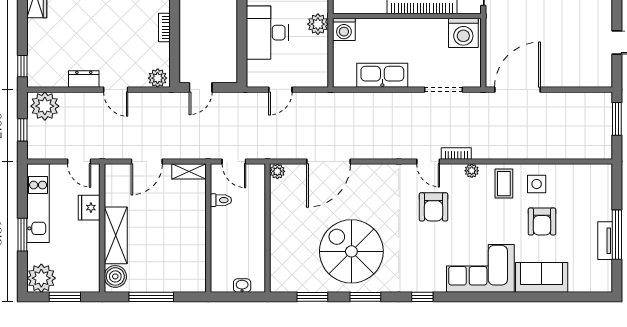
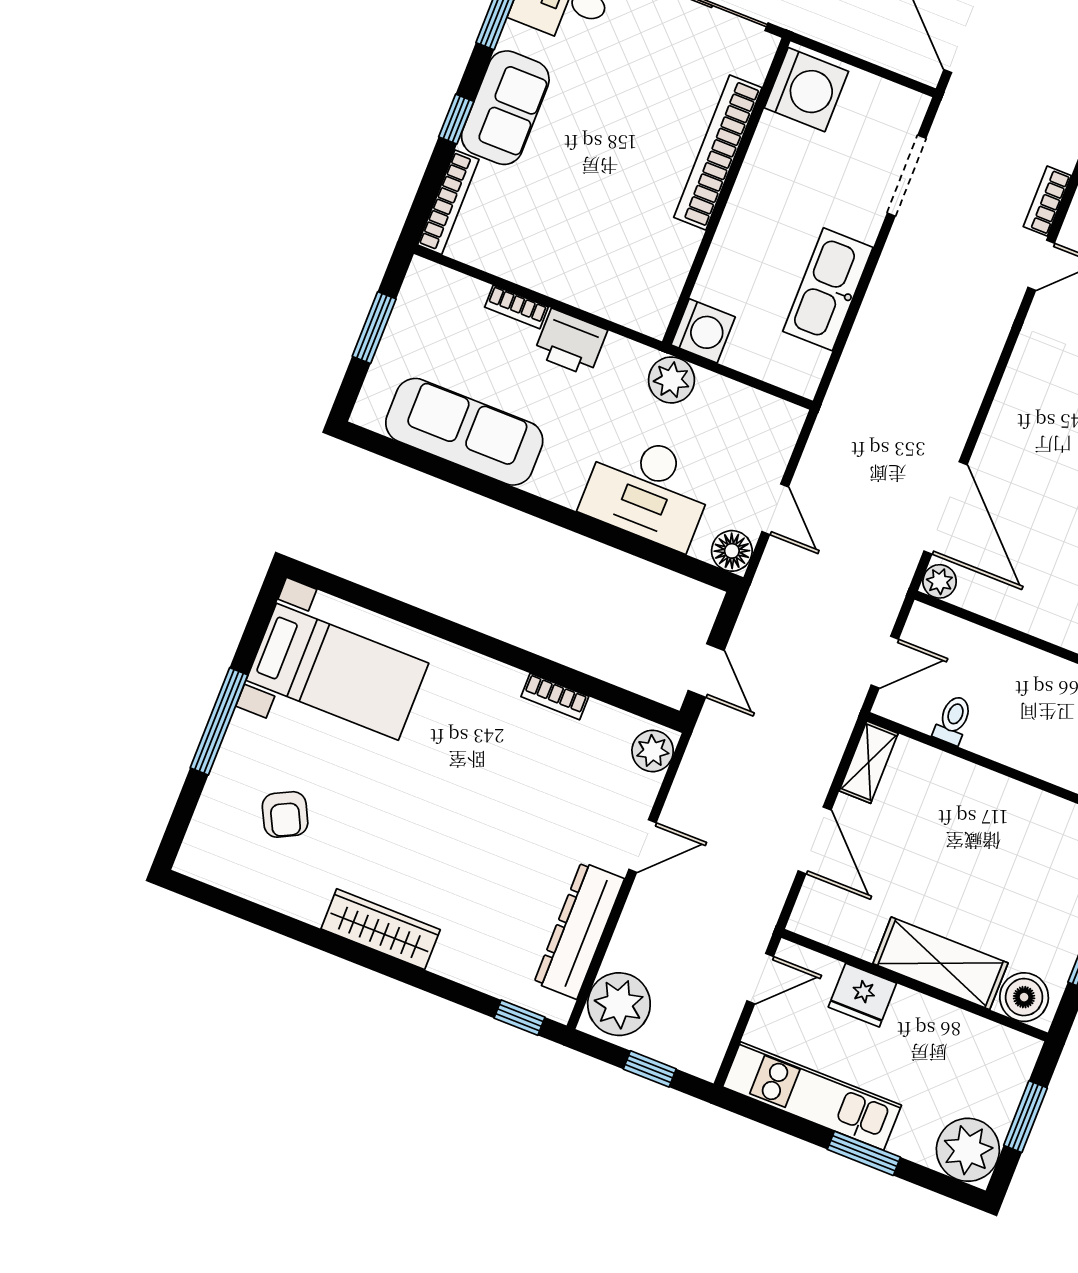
floor lamp: (256, 78) -> (732, 551), added
dresser: (84, 79) -> (579, 931), width x1.96, depth x1.24
door: (329, 162) -> (945, 508), moved

